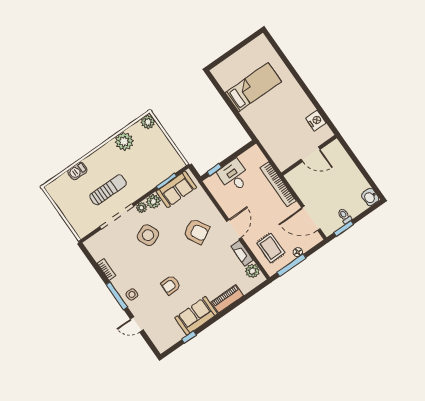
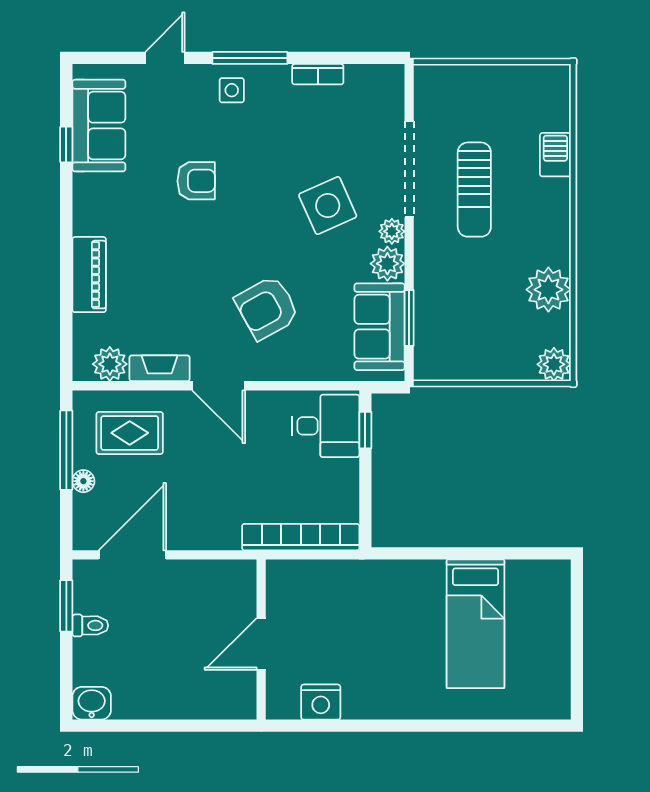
desk: (234, 176) -> (326, 426), moved
bookcase: (278, 184) -> (301, 537), moved
armchair: (171, 285) -> (196, 181), turned 90
sofa: (196, 316) -> (99, 126), moved

